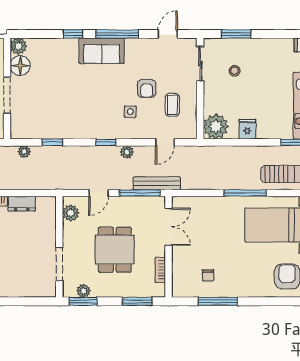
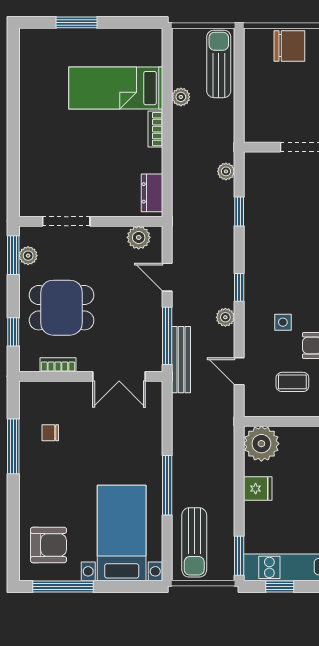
dresser: (22, 204) -> (152, 193), moved
dining table: (115, 250) -> (62, 308), moved
window: (137, 301) -> (13, 332), width x0.67

